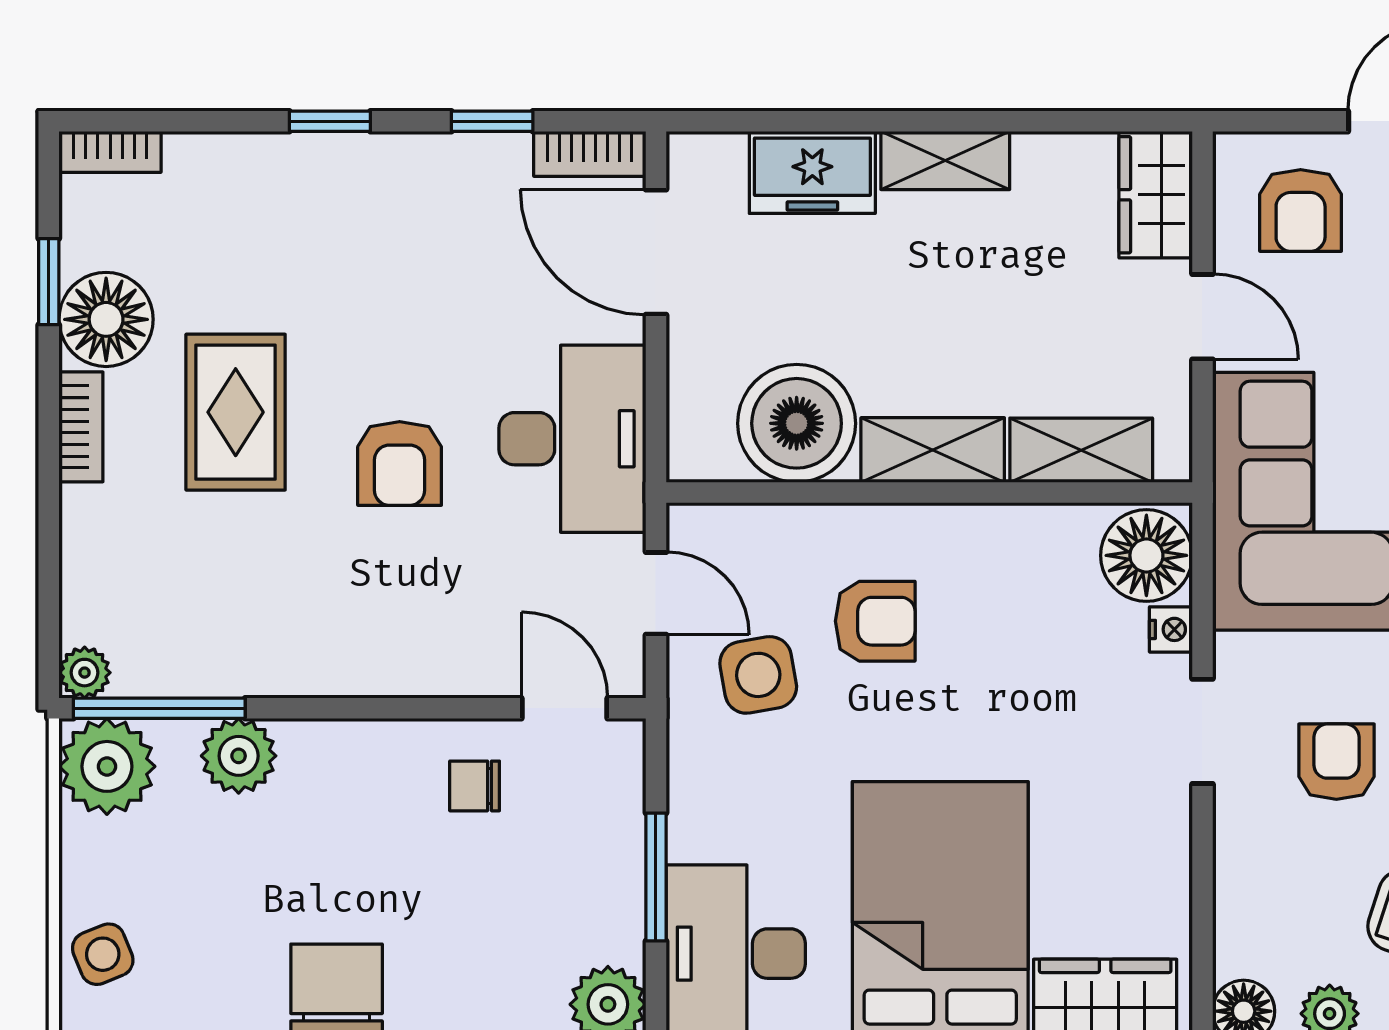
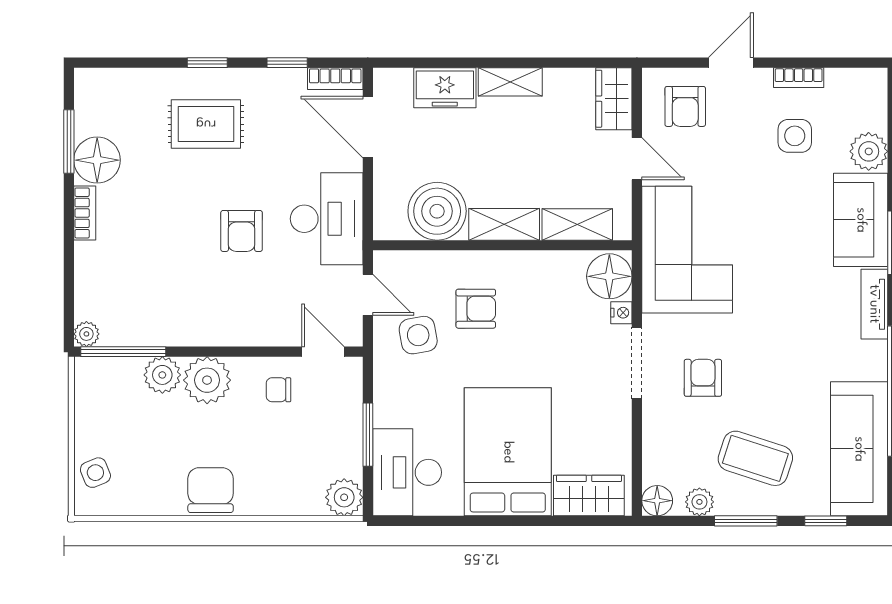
bookcase: (110, 152) -> (99, 78), removed
window: (49, 282) -> (69, 142), width x1.50
rug: (236, 412) -> (206, 124), moved, turned 90
doorway: (1202, 731) -> (637, 363), width x1.38
plant: (107, 766) -> (207, 380), moved

